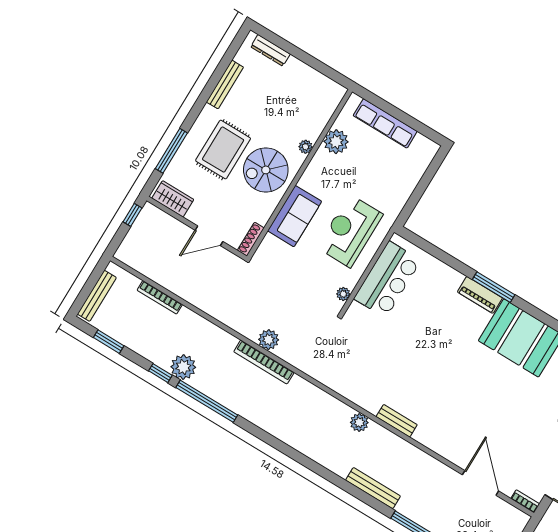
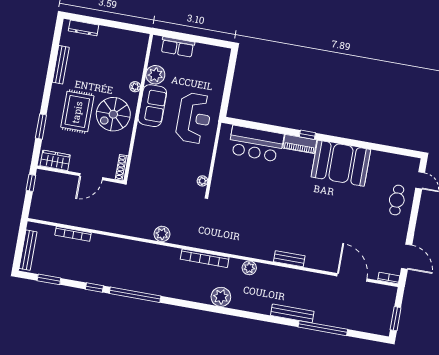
row of seats: (385, 123) -> (178, 47), width x0.68
window: (171, 151) -> (41, 127), width x0.69
sofa: (295, 216) -> (152, 106), moved
reception desk: (350, 231) -> (194, 118), moved, turned 180
bar counter: (387, 279) -> (256, 144), moved, turned 90
window: (494, 287) -> (307, 135), width x0.46
bookcase: (264, 362) -> (205, 258), moved
plant: (183, 367) -> (221, 297), moved
bench: (397, 421) -> (289, 259), moved
bench: (373, 488) -> (292, 313), moved

